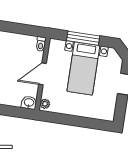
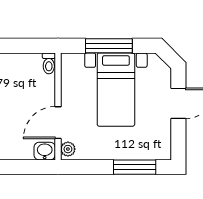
door: (43, 74) -> (58, 123), moved
window: (88, 123) -> (135, 167), added

